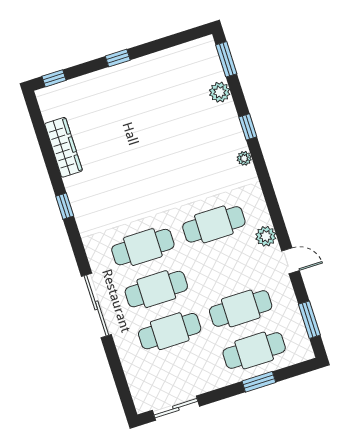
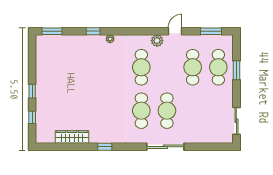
window: (54, 78) -> (32, 117), moved
plant: (220, 92) -> (69, 41), removed
cafe table: (170, 331) -> (193, 111), removed

